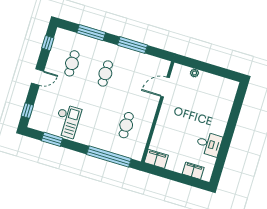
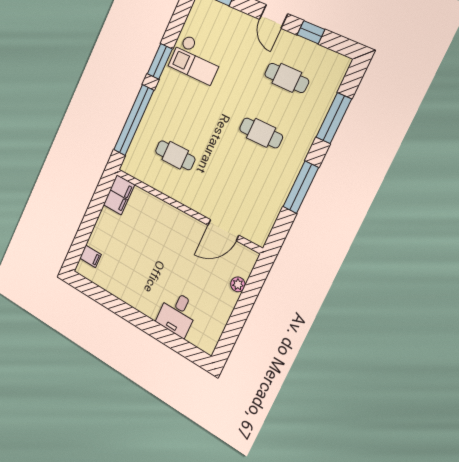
window: (48, 43) -> (311, 32), moved
door: (165, 87) -> (223, 230), swing flipped
window: (52, 139) -> (160, 61), moved
desk: (209, 144) -> (177, 314), moved
filing cabinet: (193, 171) -> (91, 256), width x0.50

